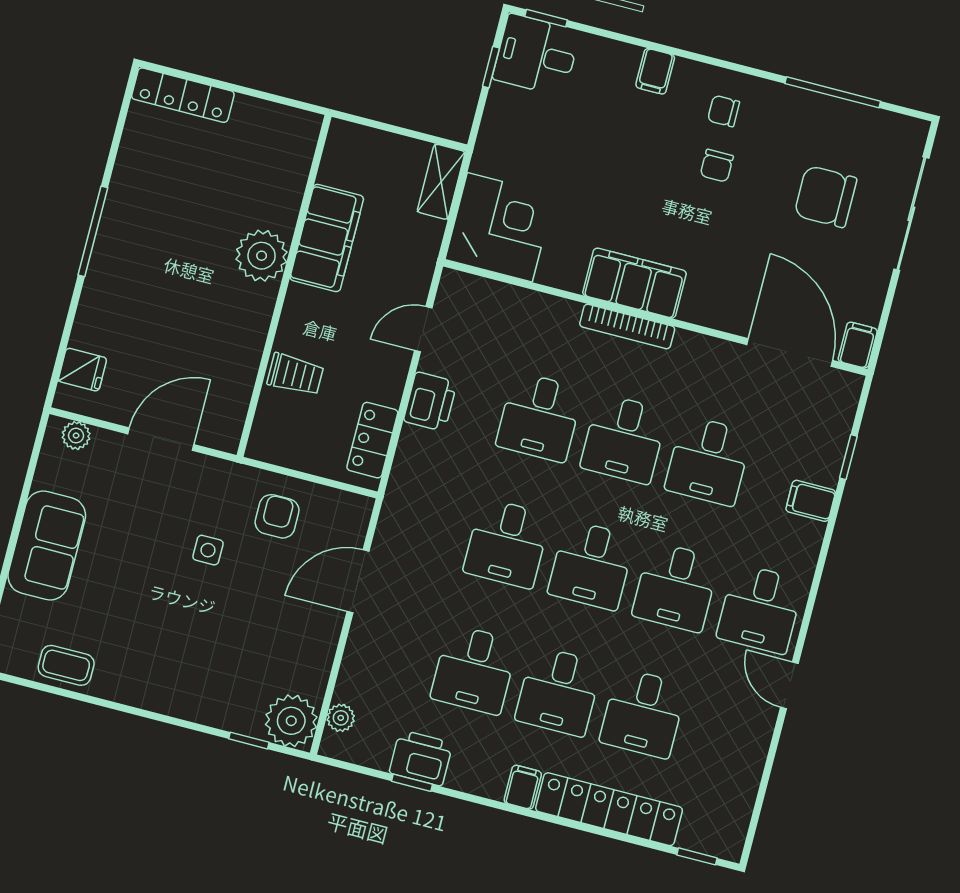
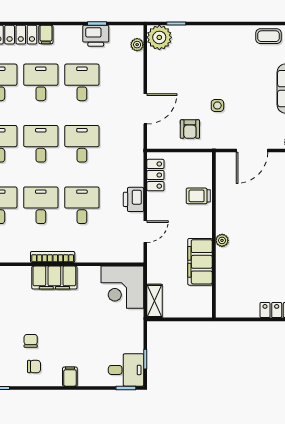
plant: (262, 256) -> (222, 240), width x0.53, depth x0.53

